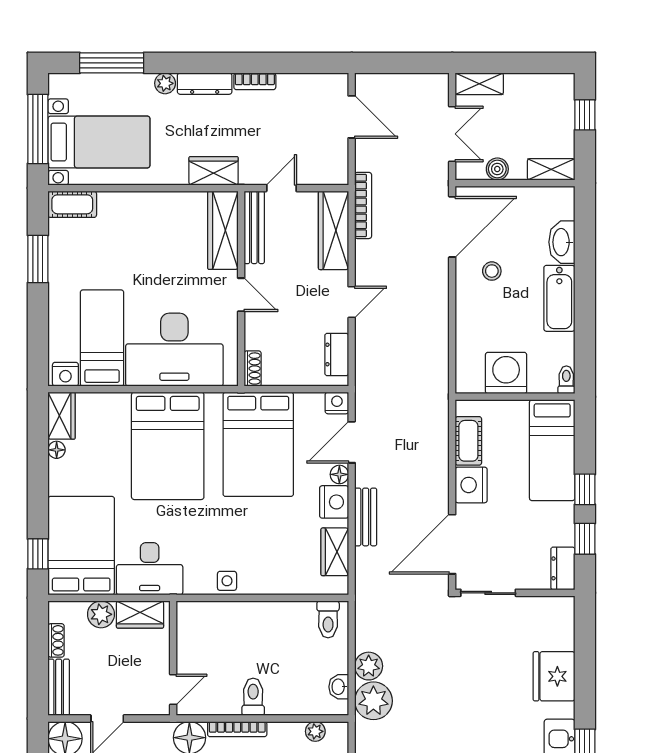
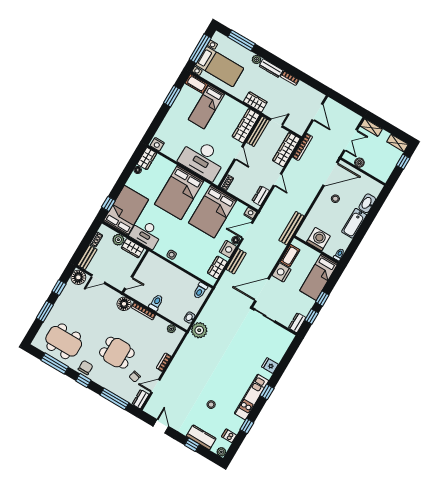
shelving: (551, 169) -> (398, 143), moved
door: (352, 302) -> (277, 180), hinge flipped
bed: (102, 338) -> (206, 107), moved, turned 180
bench: (438, 383) -> (291, 228), added
plant: (369, 666) -> (205, 316), removed
fridge: (554, 676) -> (270, 366), width x0.53, depth x0.75

